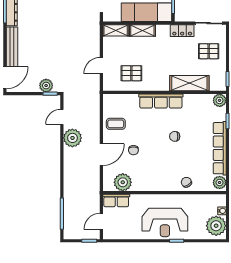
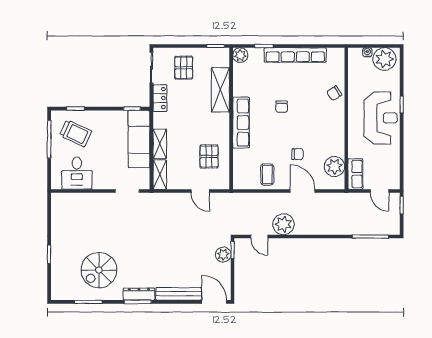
plant: (220, 182) -> (335, 55), removed

